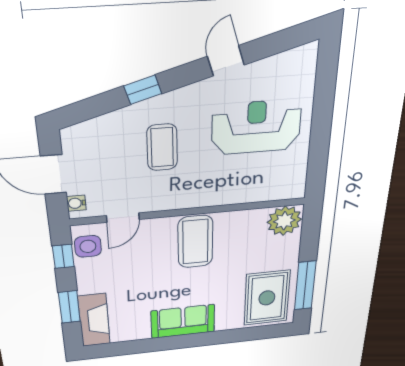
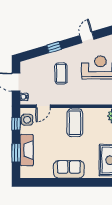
fireplace: (94, 320) -> (27, 150), moved

